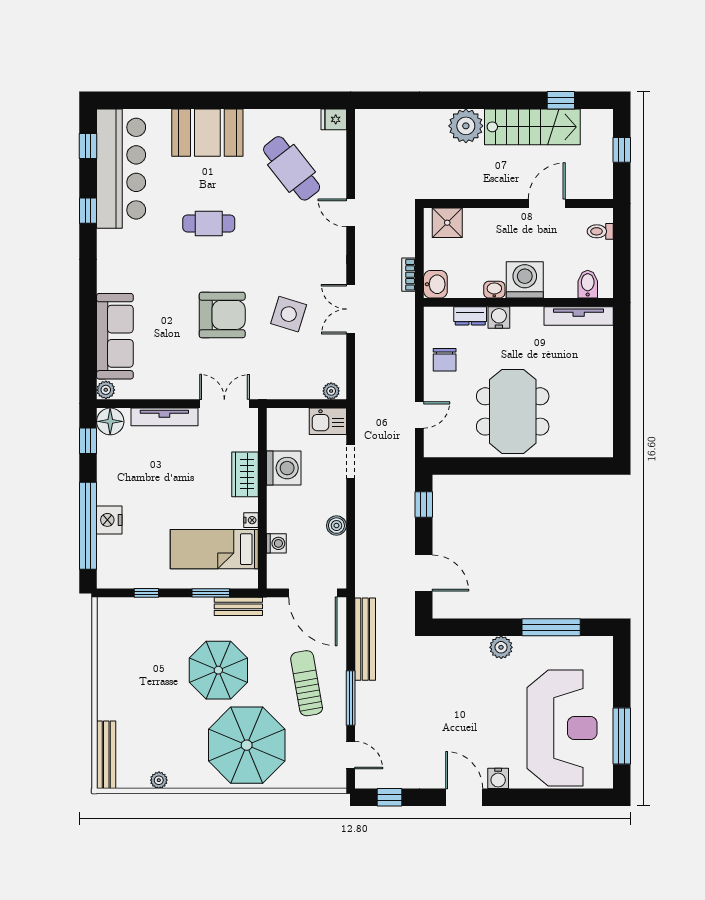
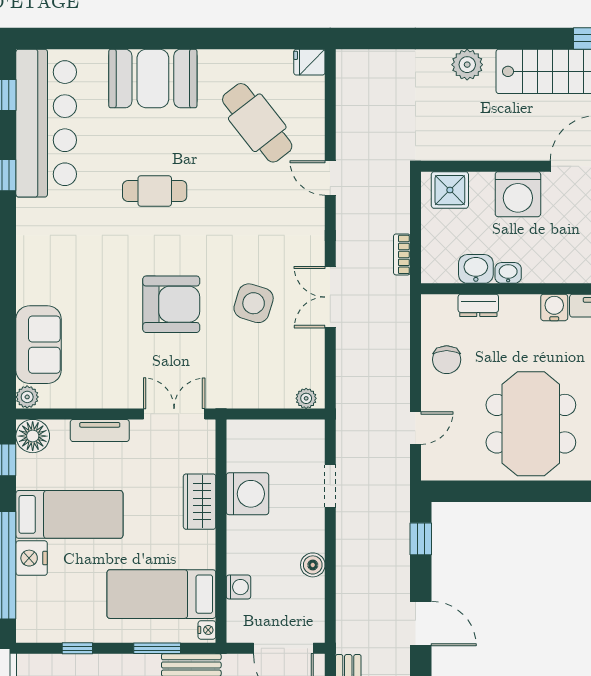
plant: (466, 126) -> (467, 65), width x0.73, depth x0.73
washing machine: (525, 280) -> (518, 194), moved, turned 180
washbasin: (435, 284) -> (476, 269), moved, turned -90
water cooler: (499, 318) -> (554, 307), moved
sofa: (115, 336) -> (39, 345), width x0.73
tv unit: (164, 417) -> (100, 430), width x0.71
kitchen sink: (328, 421) -> (302, 436), removed
bed: (140, 485) -> (69, 514), added
nightstand: (251, 520) -> (207, 630), moved

